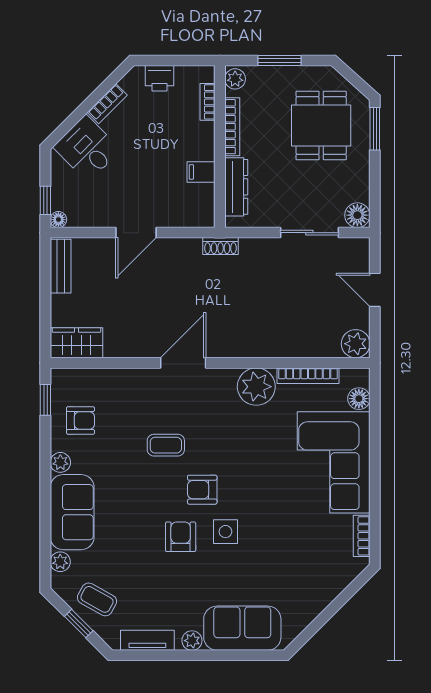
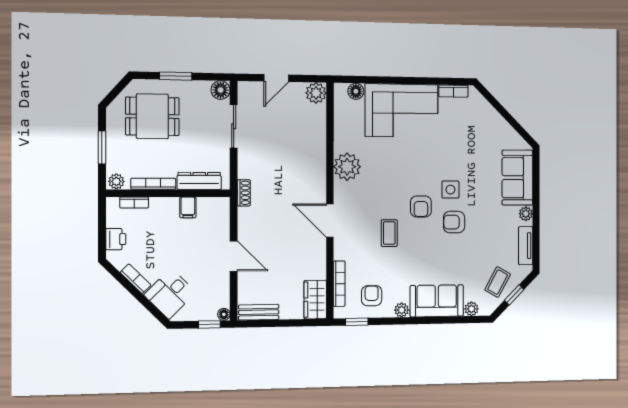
window: (375, 129) -> (176, 76), moved
bookcase: (308, 376) -> (339, 284), moved

